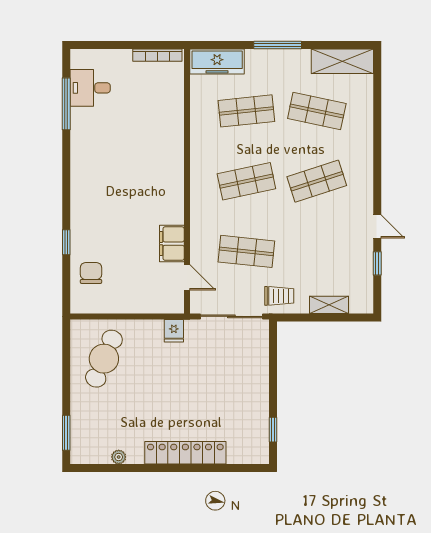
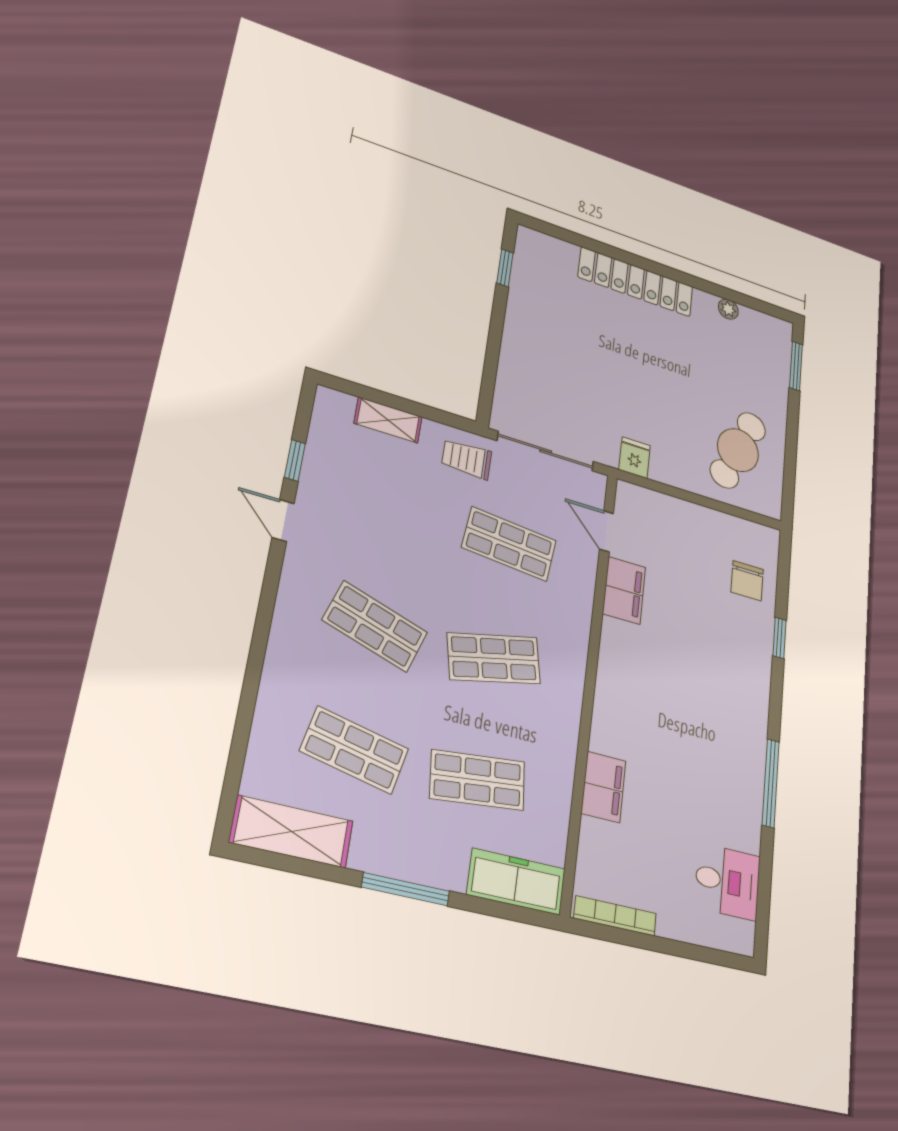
window: (66, 104) -> (771, 783), moved
filing cabinet: (172, 124) -> (603, 787), added
shop shelf: (317, 181) -> (375, 626), turned 36

